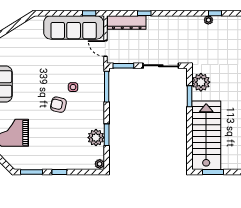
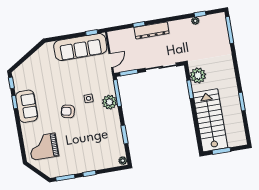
dresser: (127, 22) -> (152, 30), moved
door: (105, 48) -> (111, 60), swing flipped
armchair: (58, 105) -> (68, 111), moved
plant: (96, 138) -> (110, 102), moved

